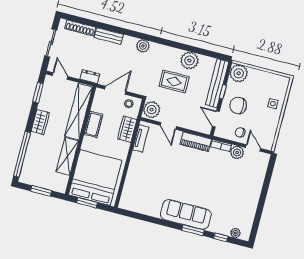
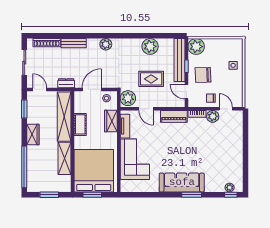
rug: (174, 81) -> (151, 79), moved
corner sofa: (142, 177) -> (135, 159), added
window: (221, 237) -> (231, 195), moved

